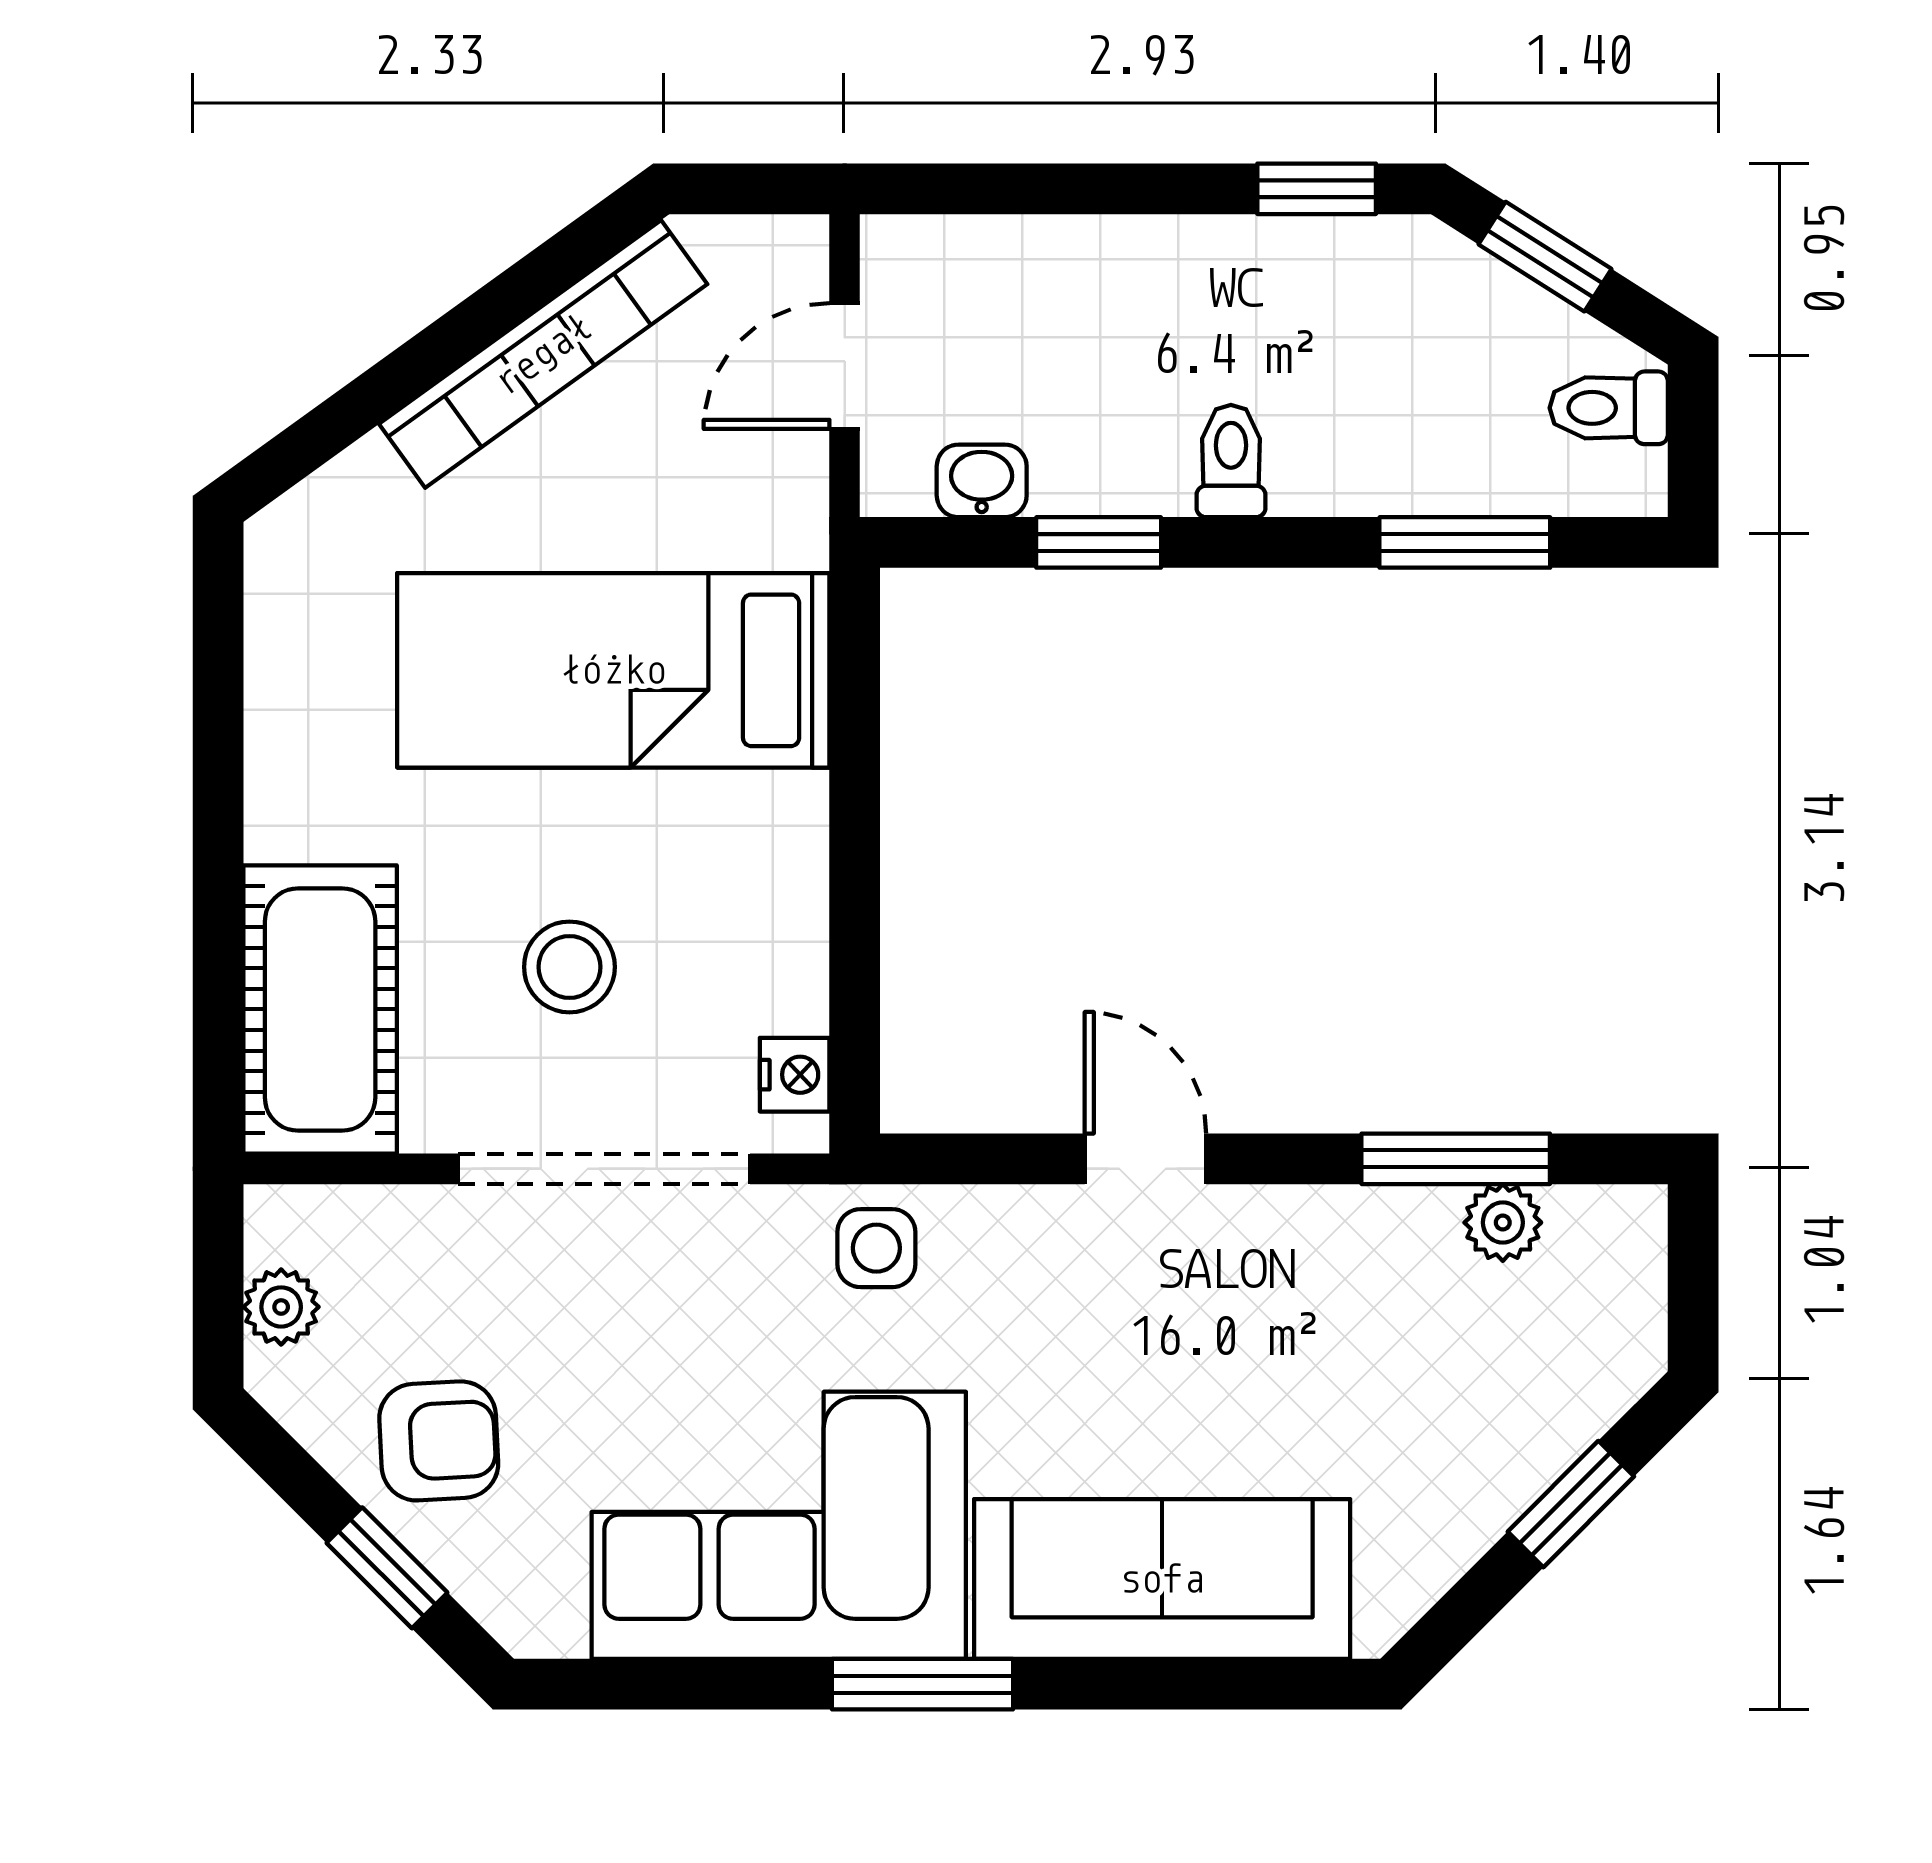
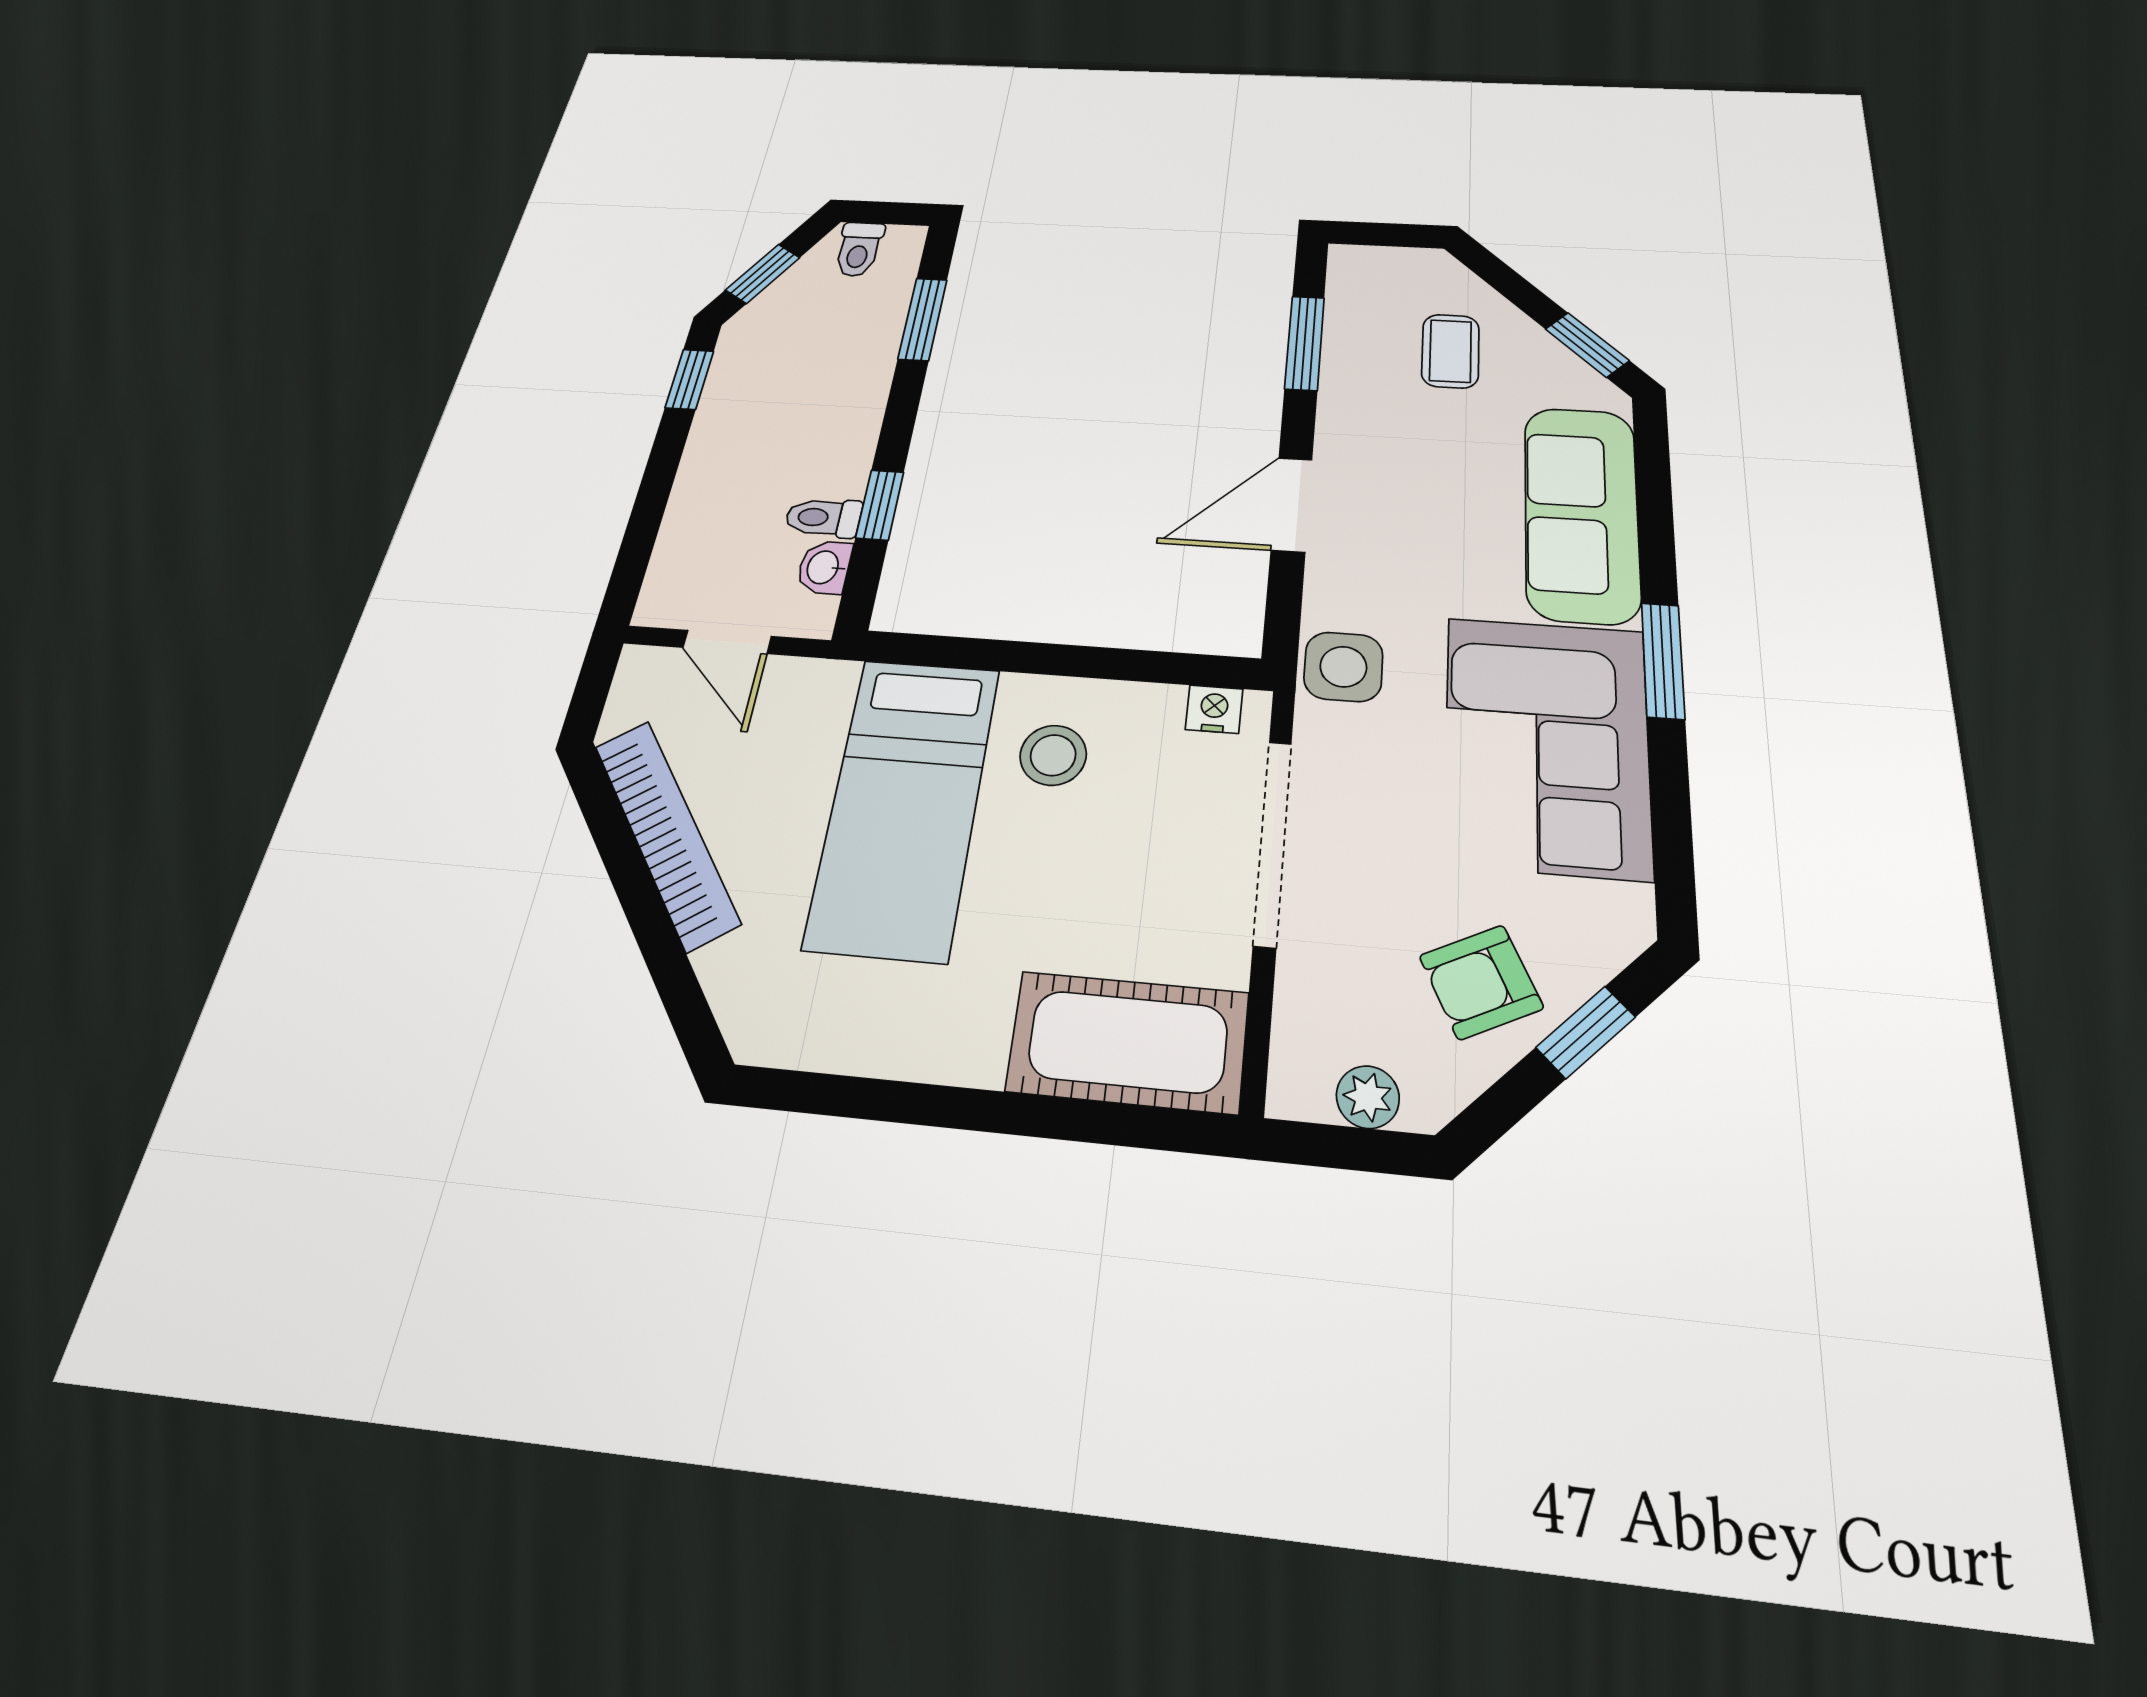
toilet: (1231, 461) -> (823, 518), moved
stool: (569, 967) -> (1053, 755), moved
door: (1145, 1159) -> (1292, 505), width x1.38
plant: (1503, 1223) -> (1347, 322), removed
side table: (876, 1248) -> (1343, 667), width x1.37, depth x1.37
coffee table: (1454, 1385) -> (1450, 351), added
armchair: (439, 1441) -> (1481, 982), turned -113
window: (1571, 1504) -> (1587, 345), moved

